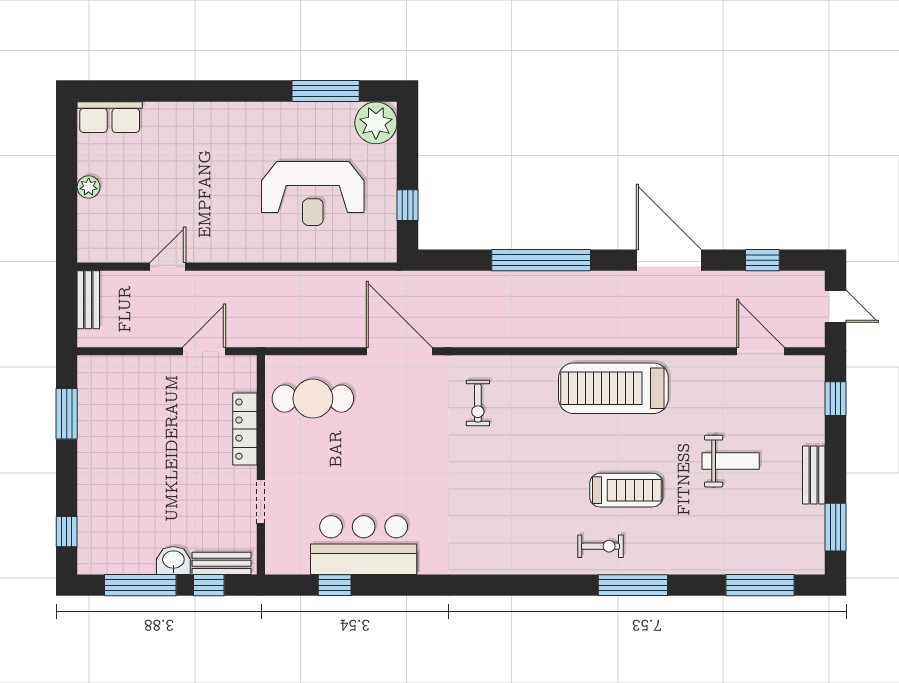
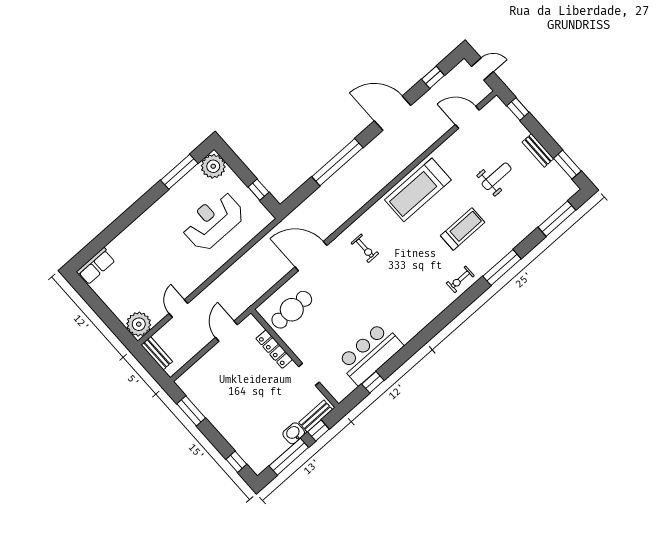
plant: (89, 187) -> (139, 324), moved, width x1.88, depth x1.88
reception desk: (313, 193) -> (213, 221), turned 180
exercise bike: (601, 546) -> (460, 279), moved, turned 180

